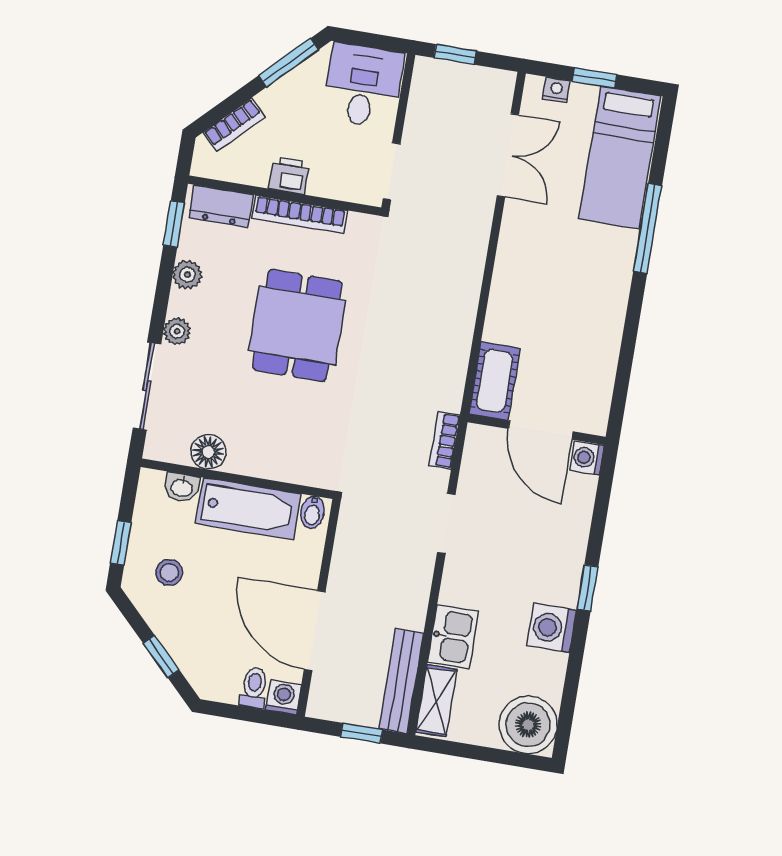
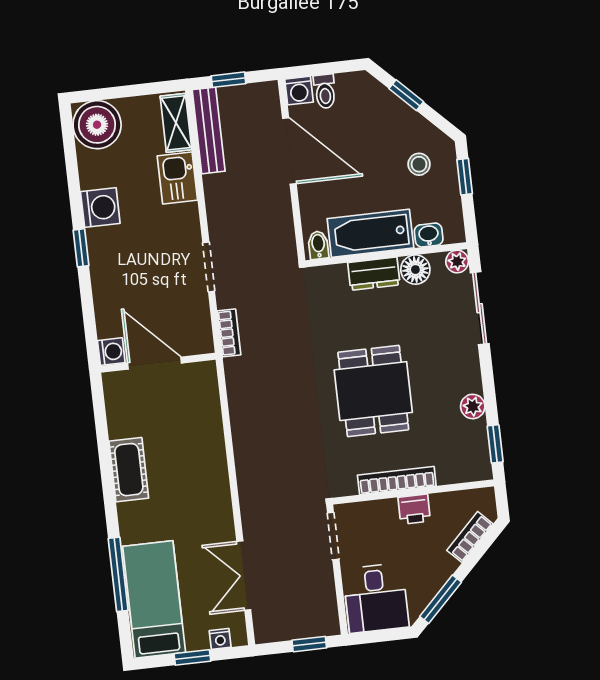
dresser: (221, 206) -> (374, 274), moved, turned 180
window: (648, 228) -> (118, 574), moved
plant: (177, 331) -> (457, 261), moved
cot: (495, 381) -> (129, 470), moved

